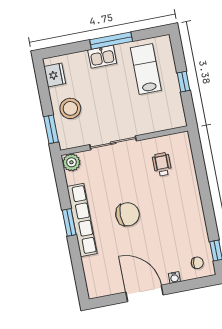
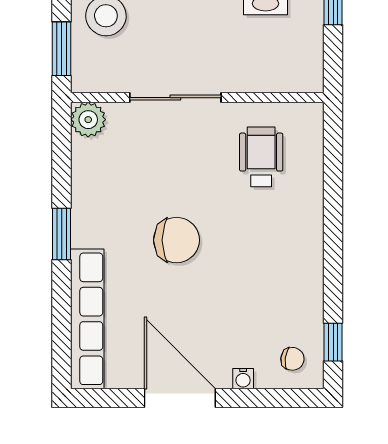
wheelchair: (162, 164) -> (261, 157), width x1.36, depth x1.37
row of seats: (82, 220) -> (87, 319), moved

